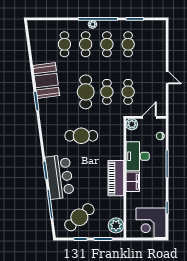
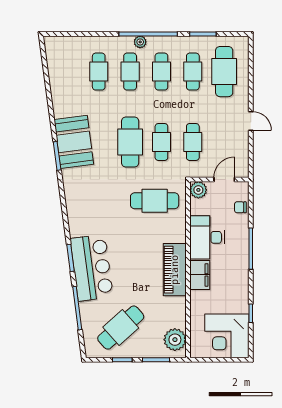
cafe table: (149, 44) -> (224, 72), added
booth: (46, 81) -> (74, 142), moved
cafe table: (81, 136) -> (155, 201), moved

